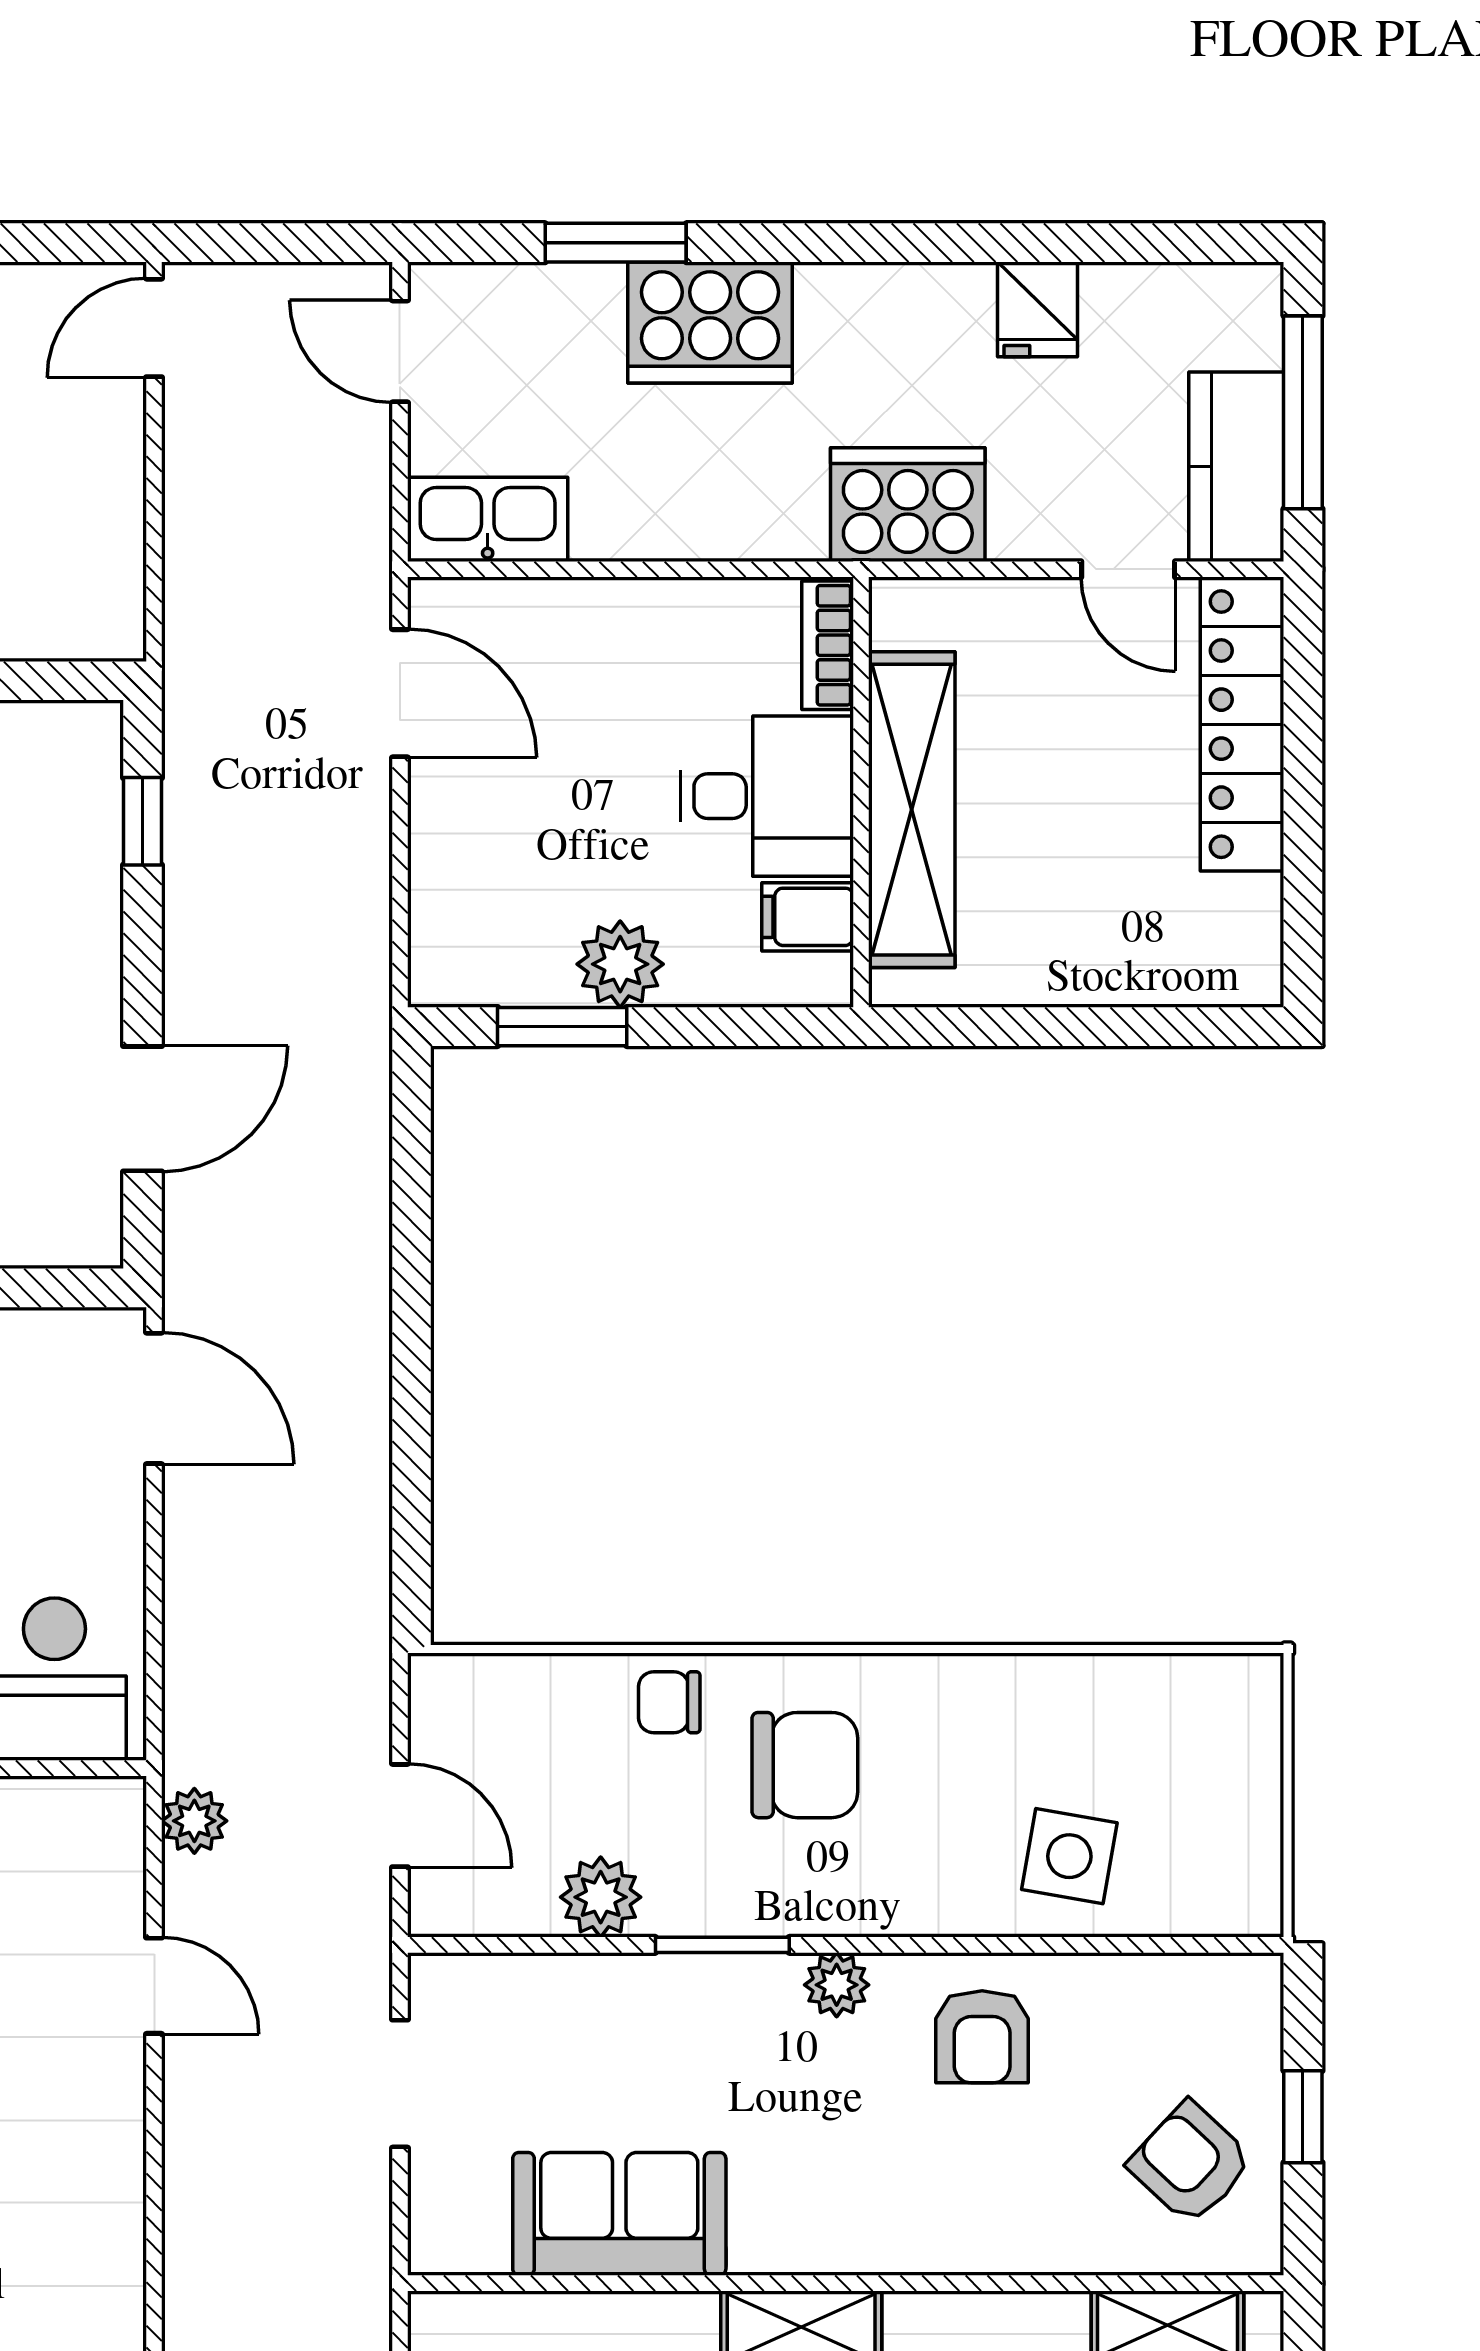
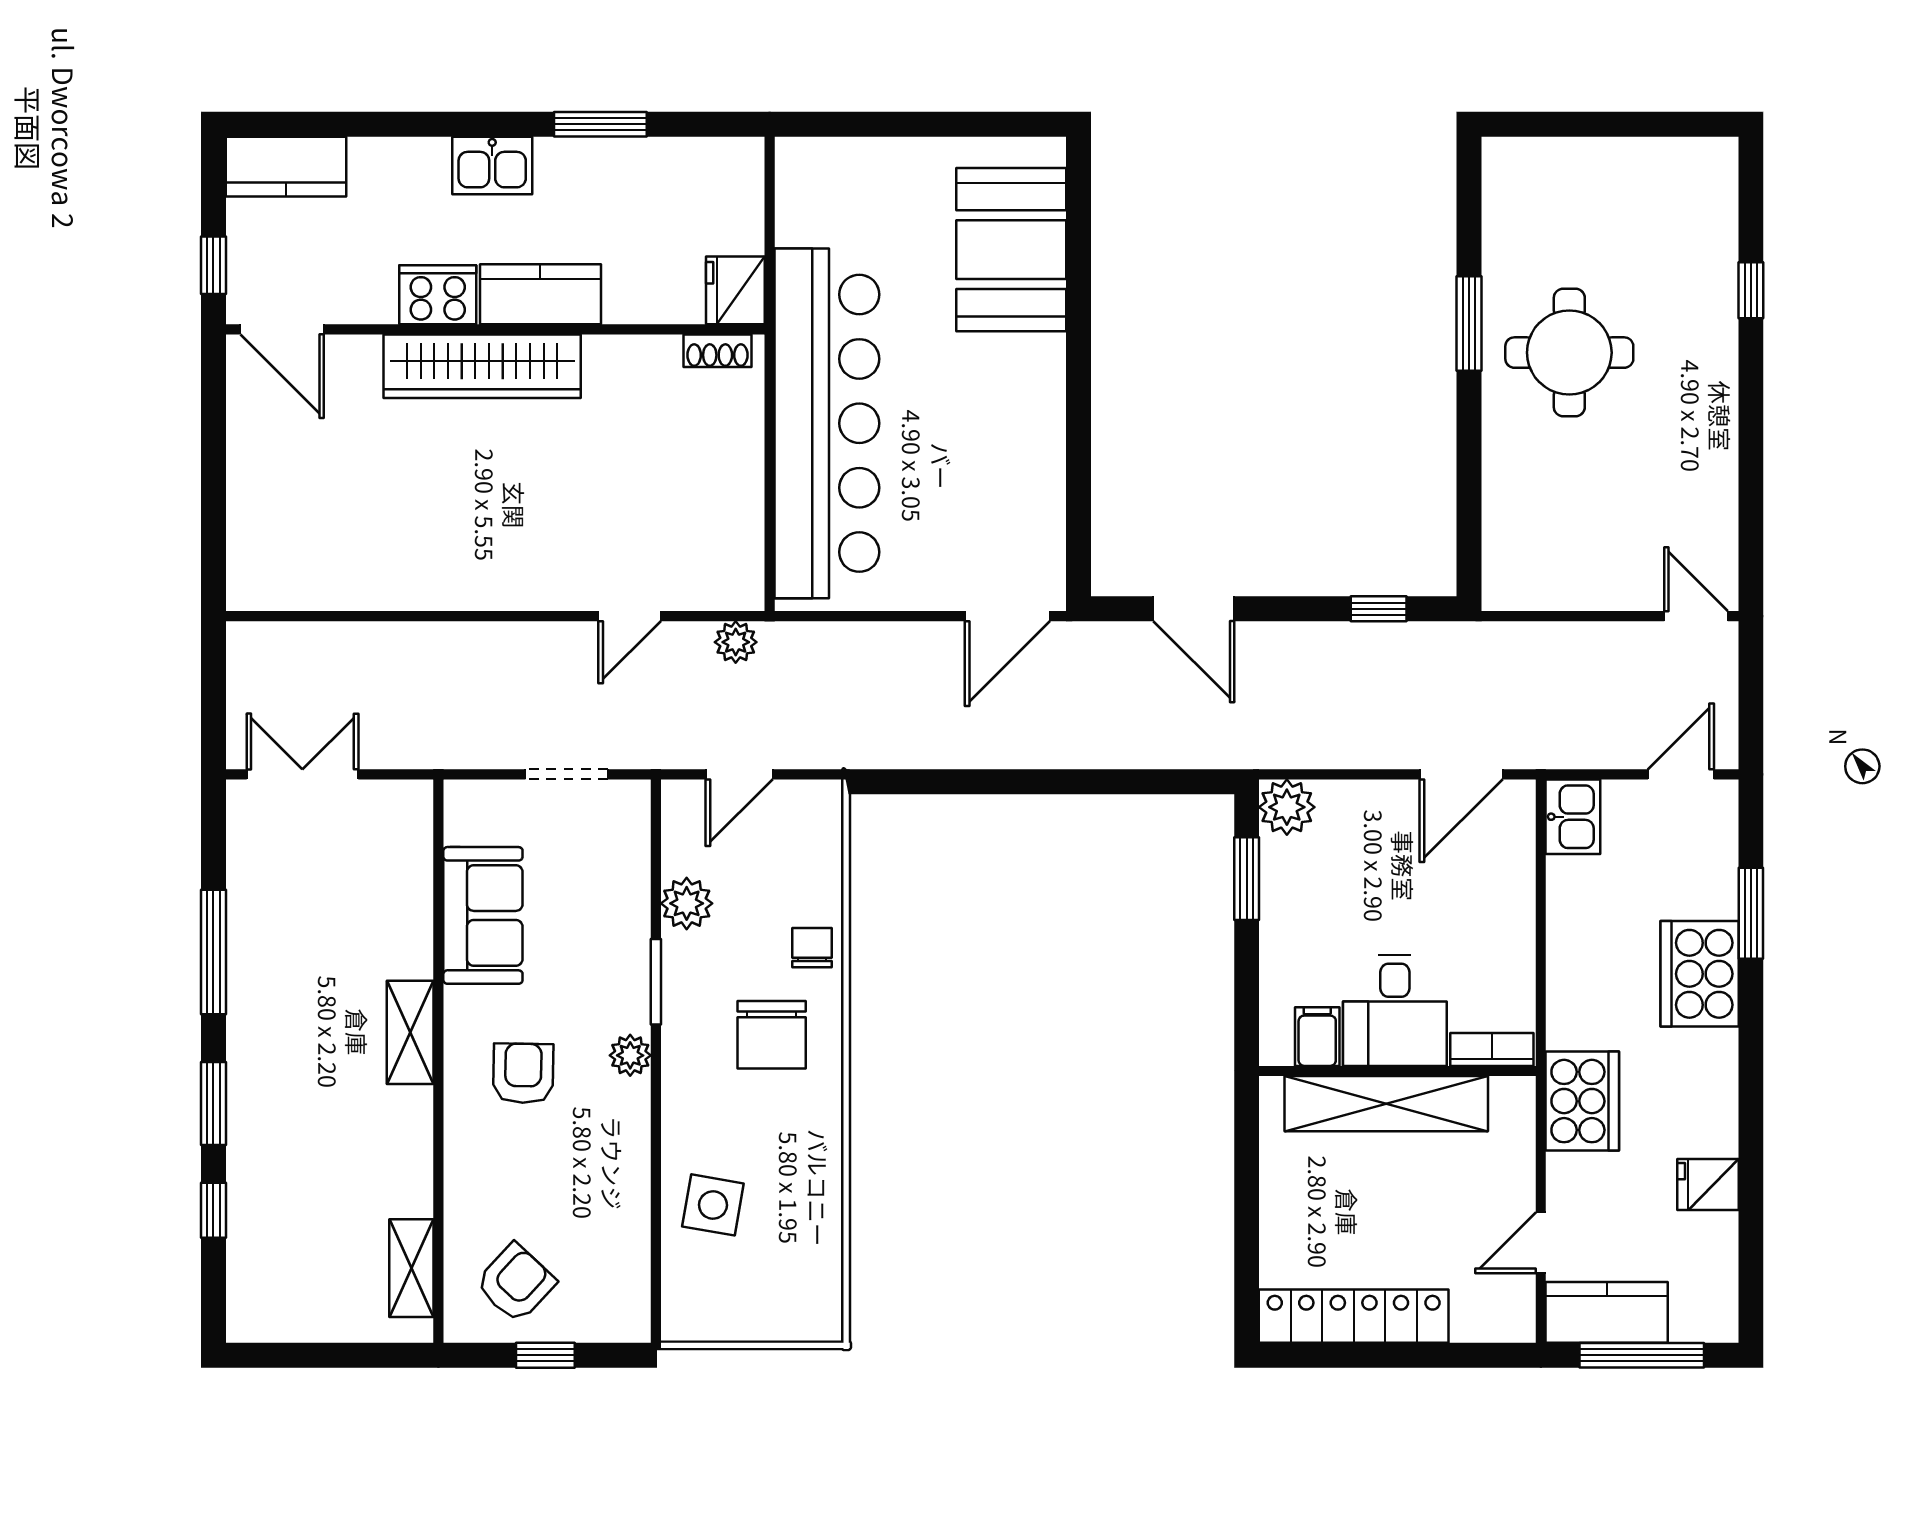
kitchen sink: (488, 519) -> (1573, 817), width x0.73
locker: (1242, 724) -> (1354, 1316), moved
plant: (620, 964) -> (1287, 807), moved
armchair: (982, 2037) -> (523, 1073), moved, turned 91

